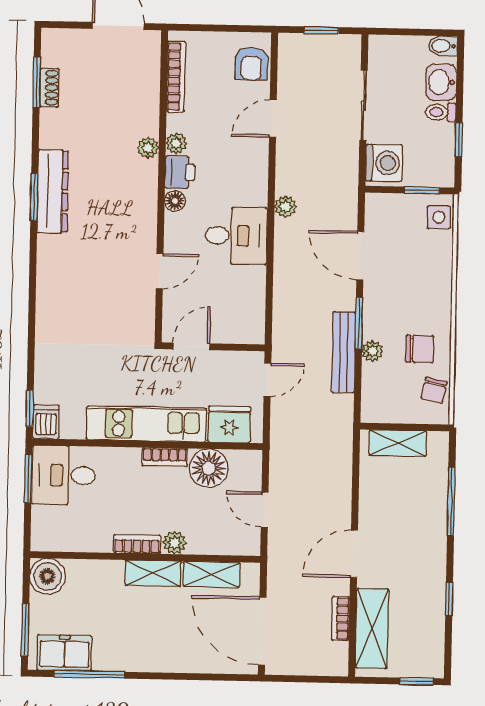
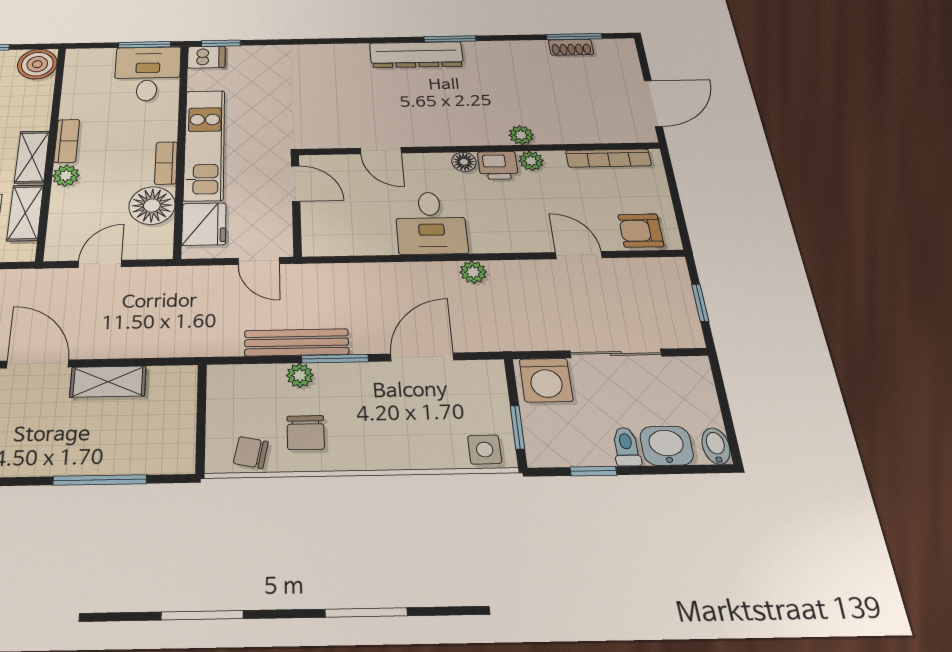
dresser: (53, 191) -> (416, 55), moved
shelving: (398, 443) -> (108, 382), moved, turned 90

